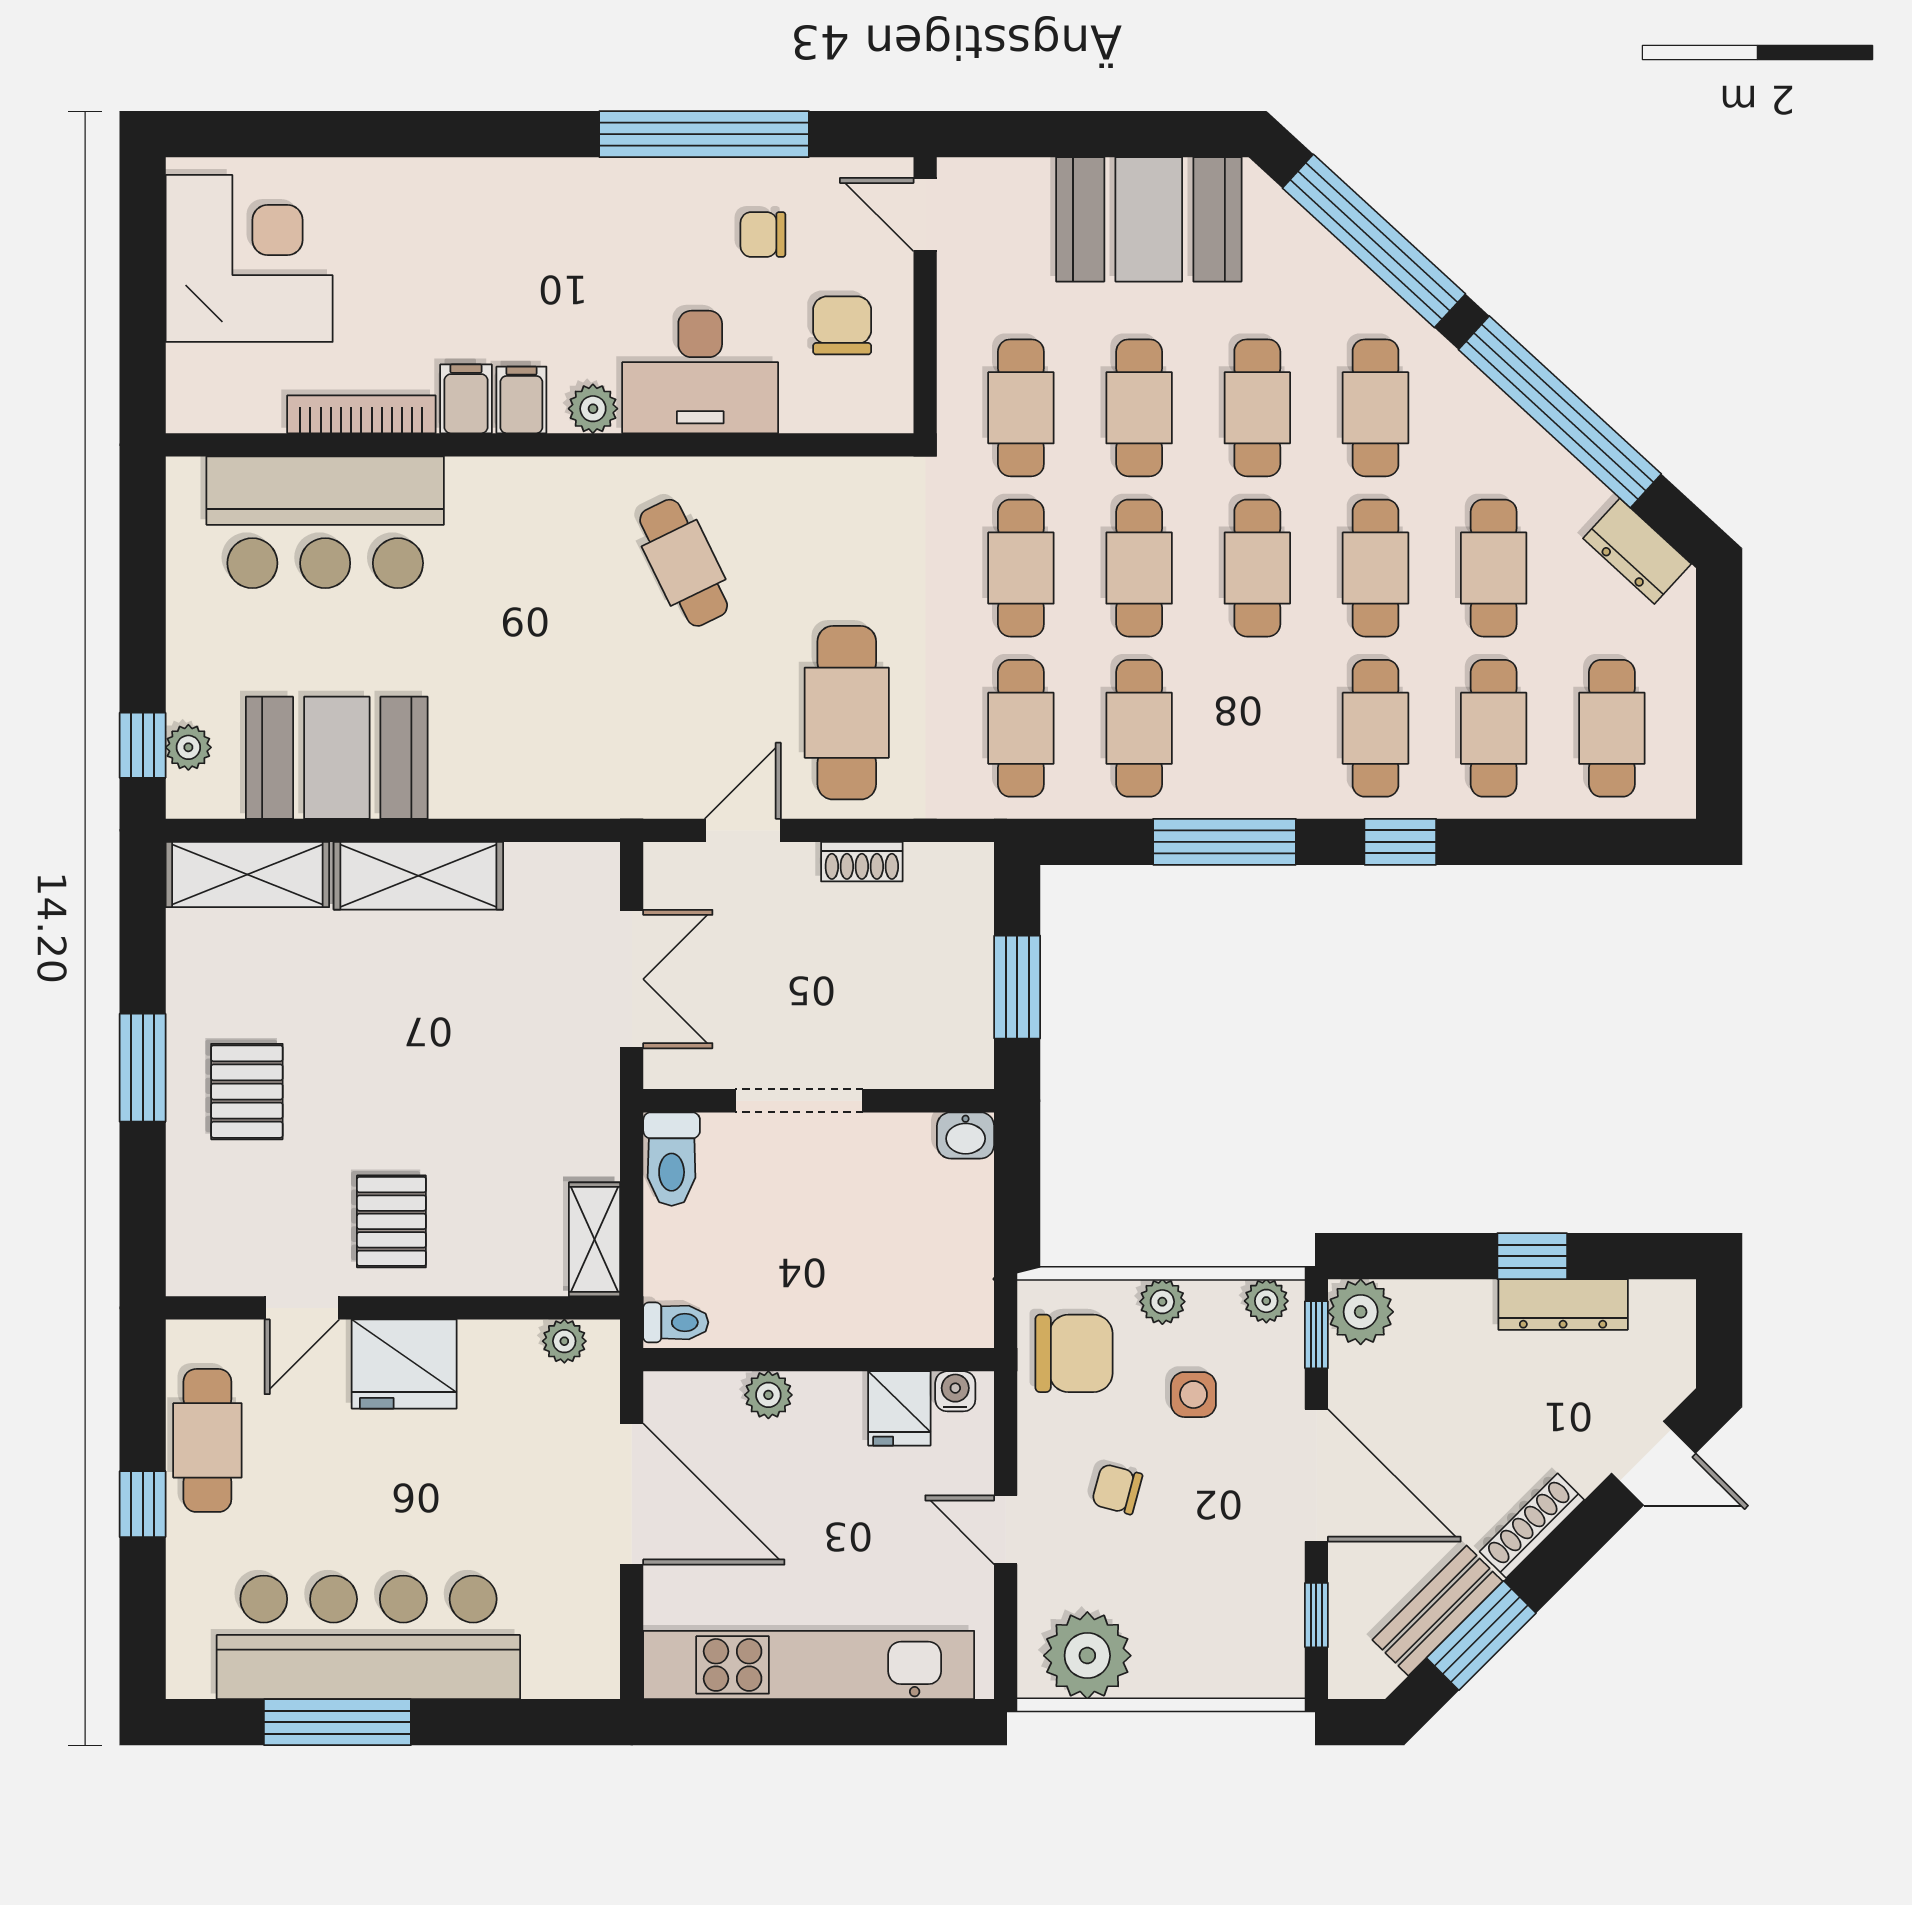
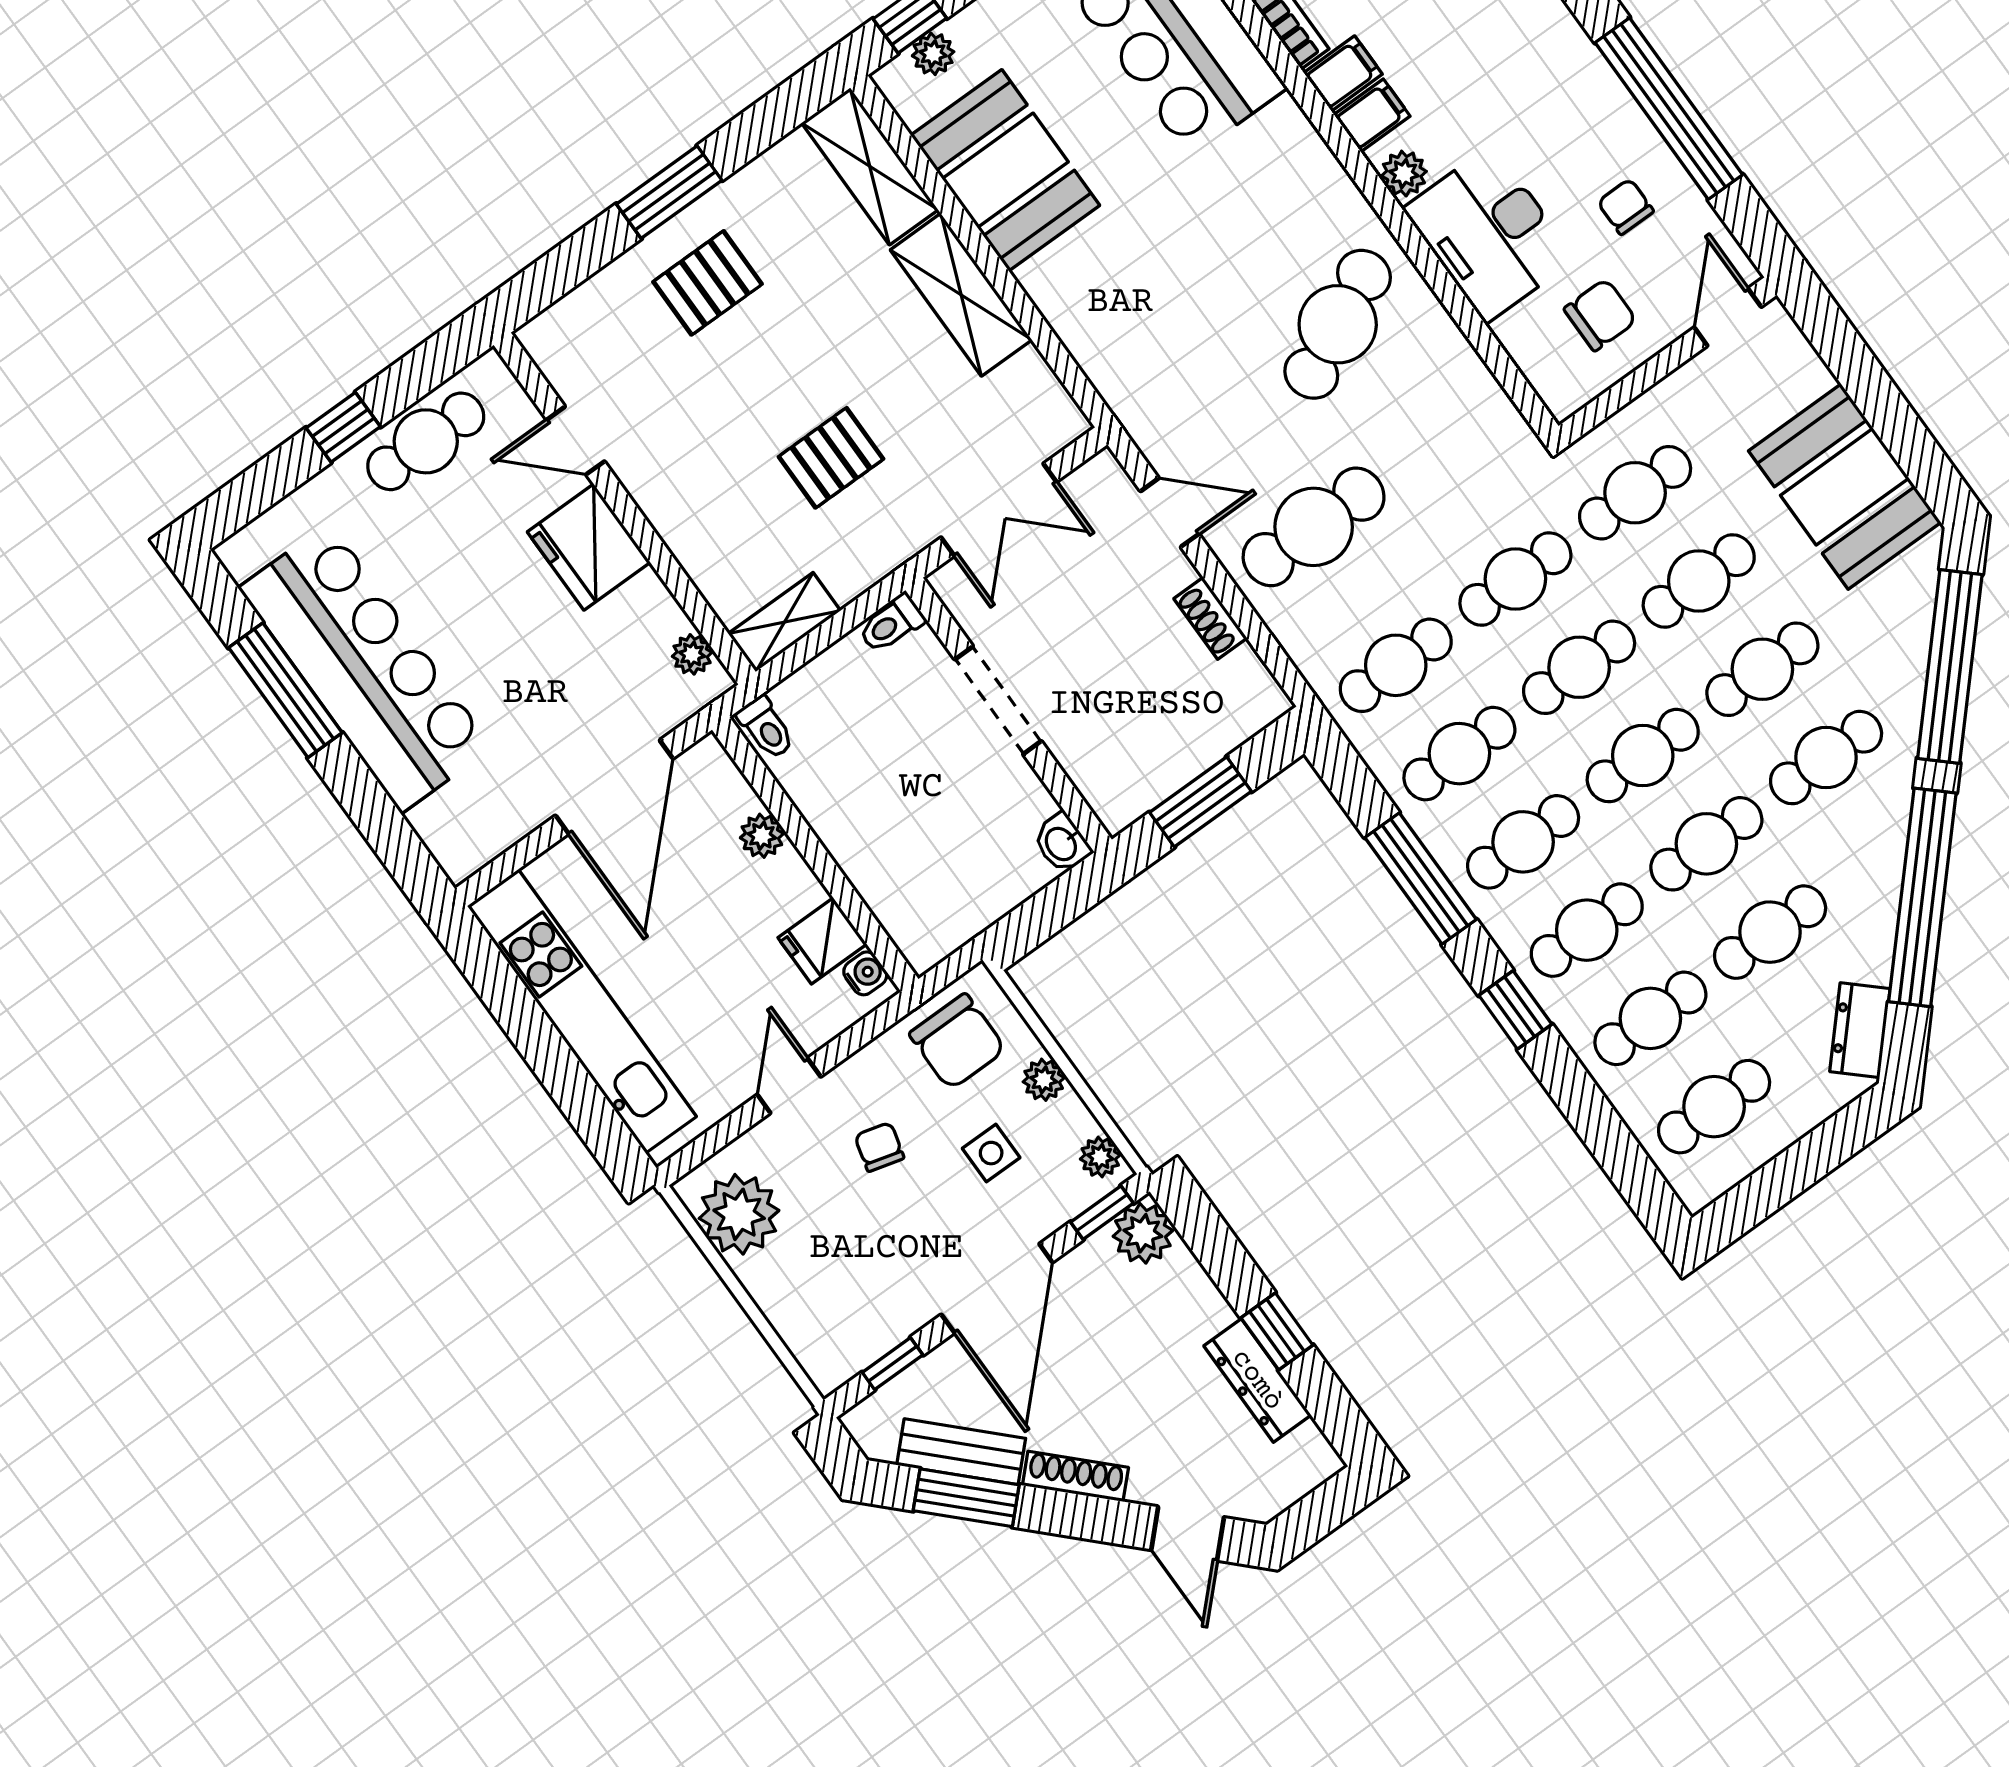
cafe table: (684, 563) -> (1338, 324), width x1.37, depth x1.35
cafe table: (1257, 728) -> (1523, 842), added
toilet: (672, 1159) -> (891, 624), width x0.73, depth x0.72
pallet: (391, 1221) -> (831, 458), moved

